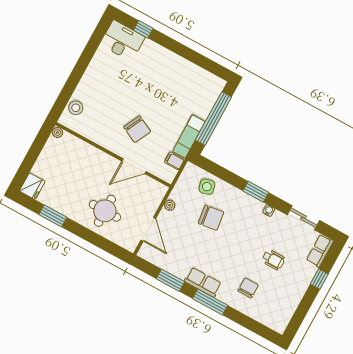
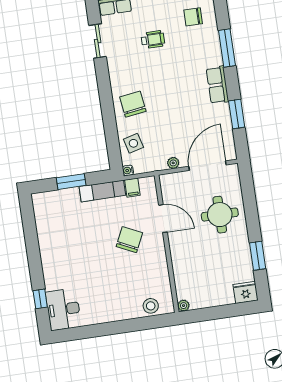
window: (213, 119) -> (71, 182), width x0.47
window: (256, 192) -> (106, 98), removed
water cooler: (269, 211) -> (128, 170), moved
chair: (211, 218) -> (133, 104), moved
door: (148, 229) -> (208, 166), width x1.36
wheelchair: (273, 260) -> (153, 40), turned 90
chair: (248, 288) -> (193, 17), moved
window: (210, 302) -> (227, 48), moved

